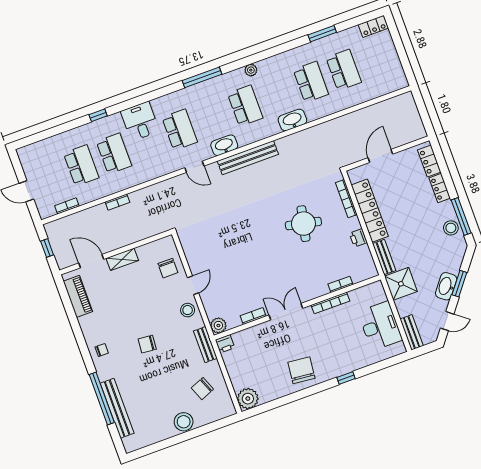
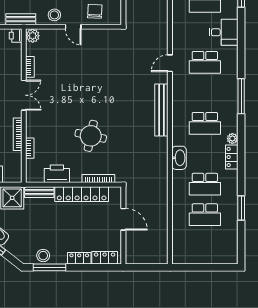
locker: (373, 26) -> (232, 157), moved
washbasin: (224, 145) -> (179, 94), removed
printer: (358, 238) -> (57, 174), width x1.87, depth x1.48
chair: (168, 268) -> (95, 11), turned 93

